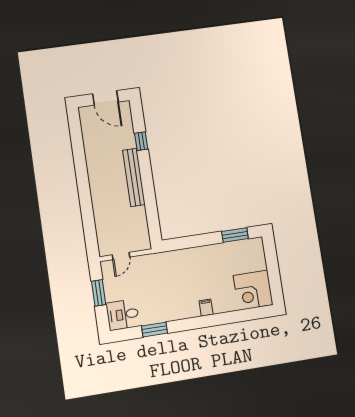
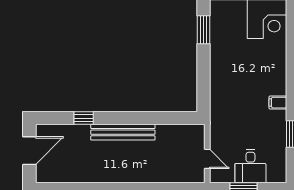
filing cabinet: (206, 308) -> (278, 103), moved
desk: (123, 315) -> (250, 166), moved

